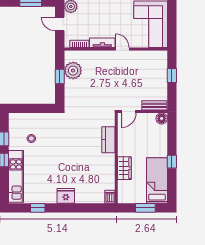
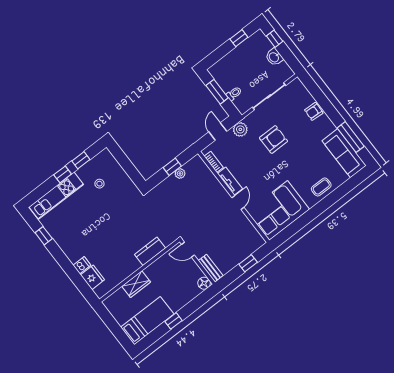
plant: (73, 71) -> (180, 173), width x0.53, depth x0.53
fridge: (66, 196) -> (92, 277), moved
dishwasher: (110, 197) -> (82, 265), moved
window: (145, 208) -> (116, 329), removed

